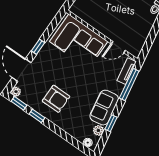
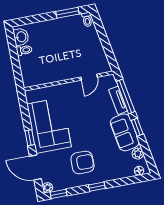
corner sofa: (79, 41) -> (49, 125), moved, turned -90
tv unit: (127, 71) -> (118, 100), moved
window: (37, 116) -> (97, 187), moved
window: (111, 123) -> (137, 127), moved

